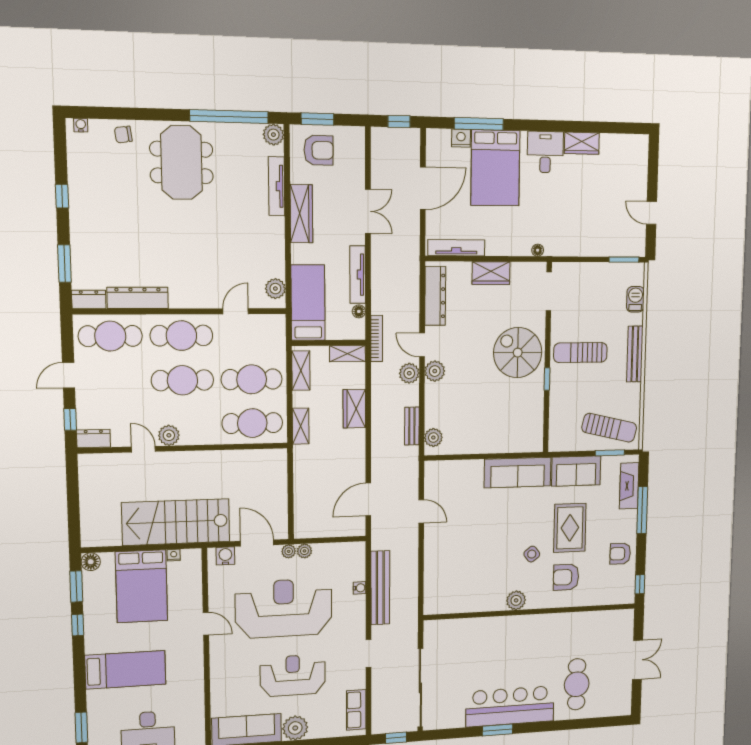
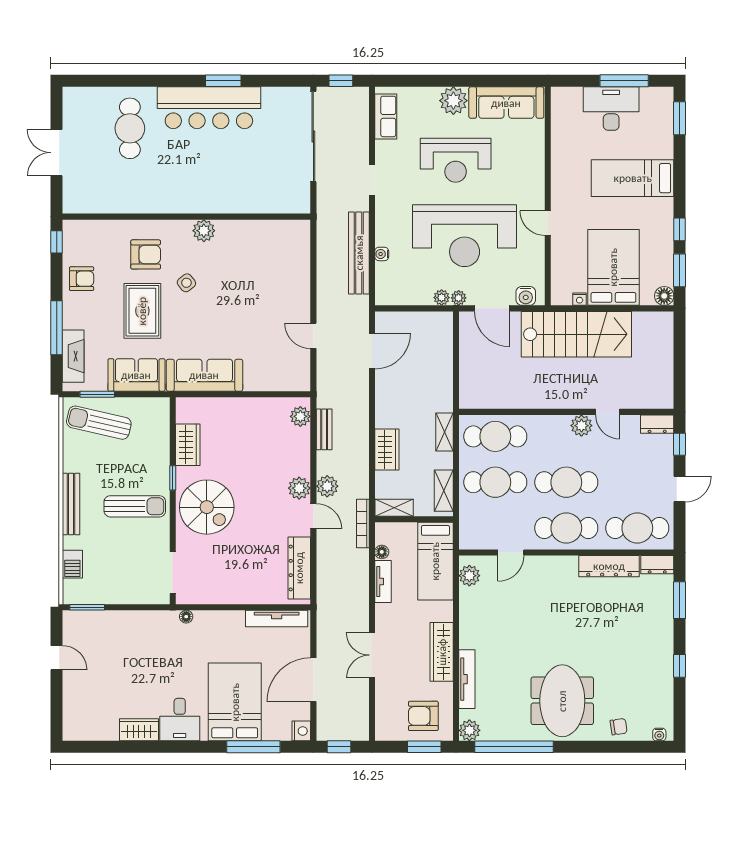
nightstand: (461, 138) -> (301, 731), moved, turned -90
wardrobe: (491, 273) -> (188, 445), moved, turned 90
tv unit: (358, 275) -> (383, 582), width x0.71

